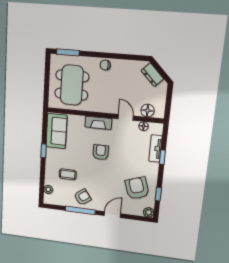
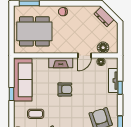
dining table: (72, 85) -> (34, 31), turned 90
door: (126, 117) -> (85, 55), swing flipped
sofa: (56, 131) -> (23, 80), width x1.36
armchair: (101, 152) -> (65, 89), turned 90

